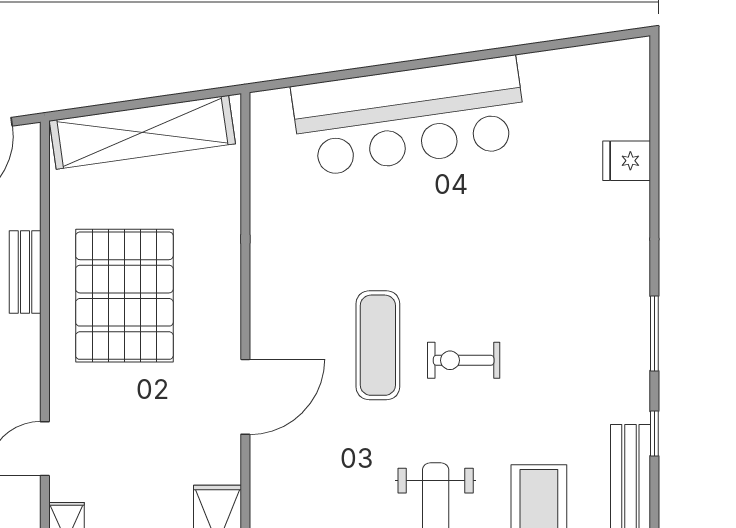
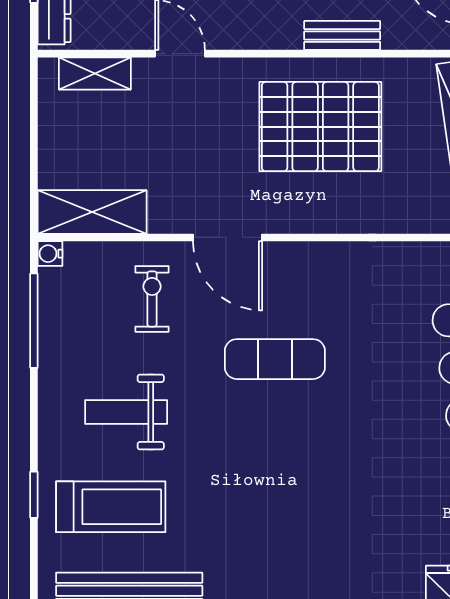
exercise bike: (464, 360) -> (152, 299), moved

